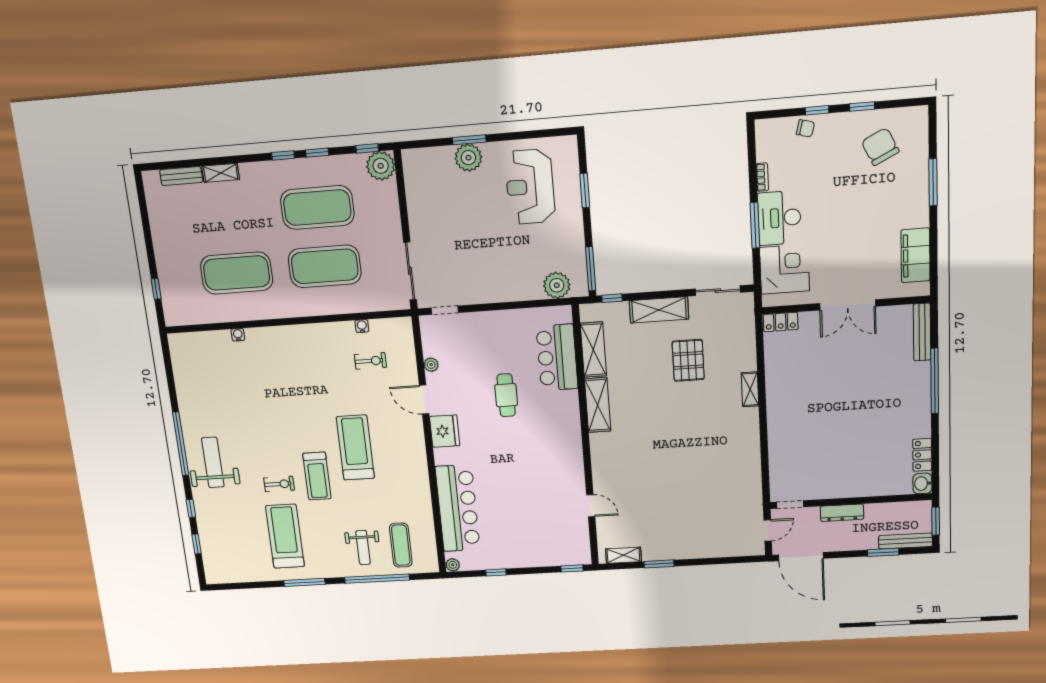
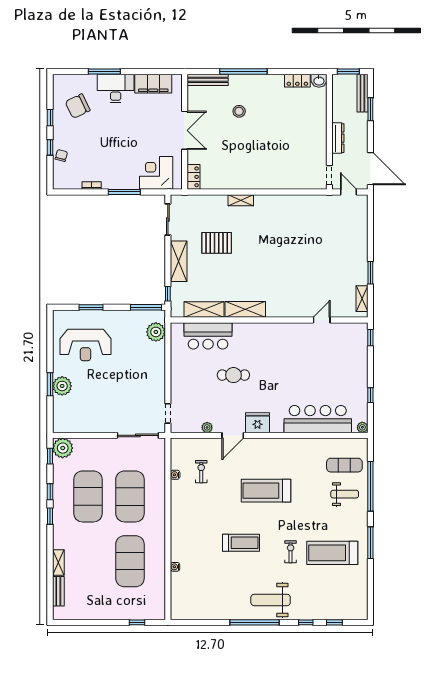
desk: (779, 218) -> (116, 88), moved, turned 180
stool: (877, 379) -> (239, 111), added
treadmill: (317, 476) -> (241, 543), moved
door: (801, 557) -> (370, 169), hinge flipped

